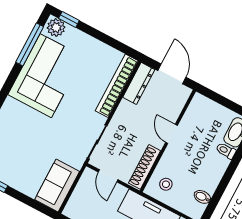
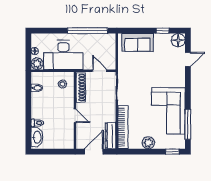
plant: (56, 27) -> (148, 143), moved
door: (172, 74) -> (94, 152), swing flipped
sofa: (57, 185) -> (137, 42), moved, turned 90

